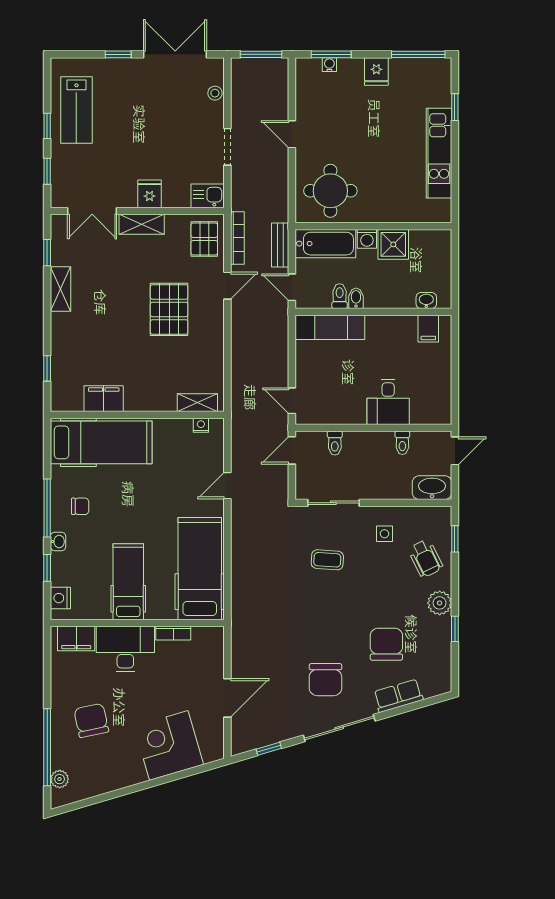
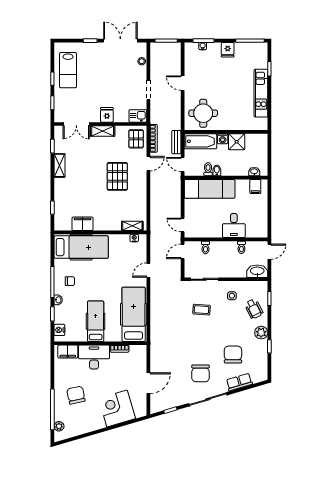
exam couch: (330, 327) -> (210, 189), width x1.36, depth x1.45

